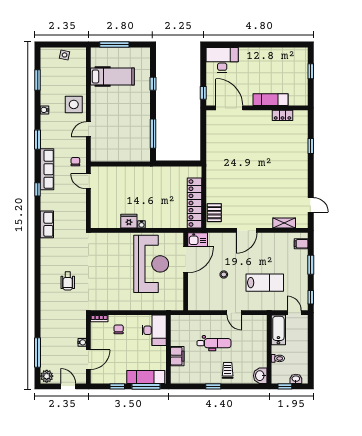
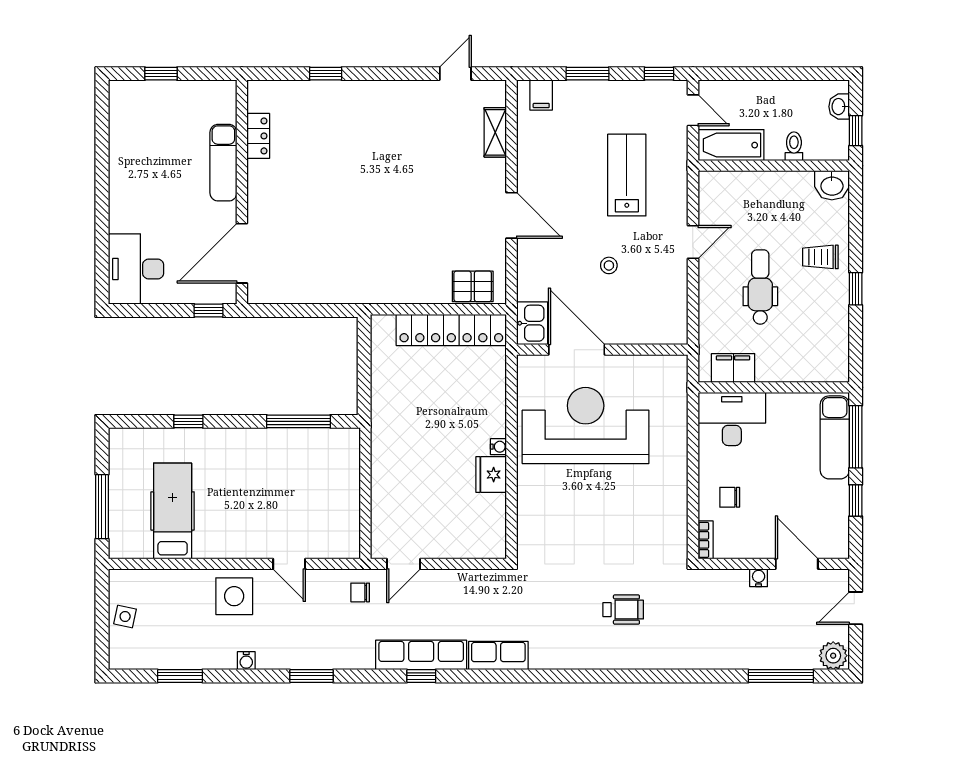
row of seats: (47, 169) -> (421, 655), moved
door: (294, 313) -> (693, 110), swing flipped
filing cabinet: (177, 356) -> (733, 368), moved

